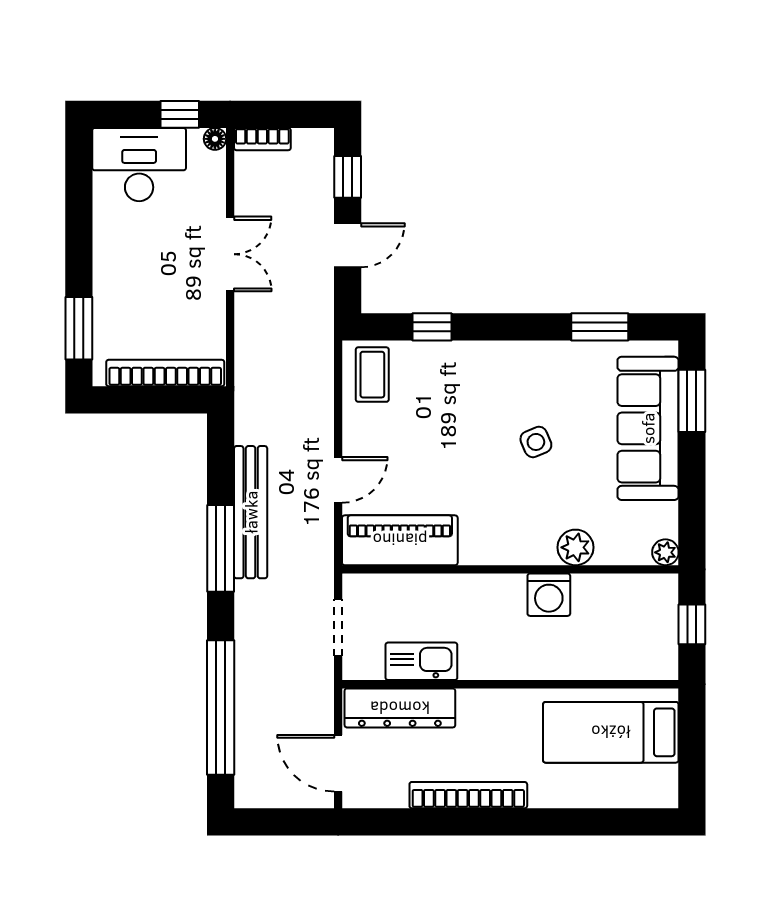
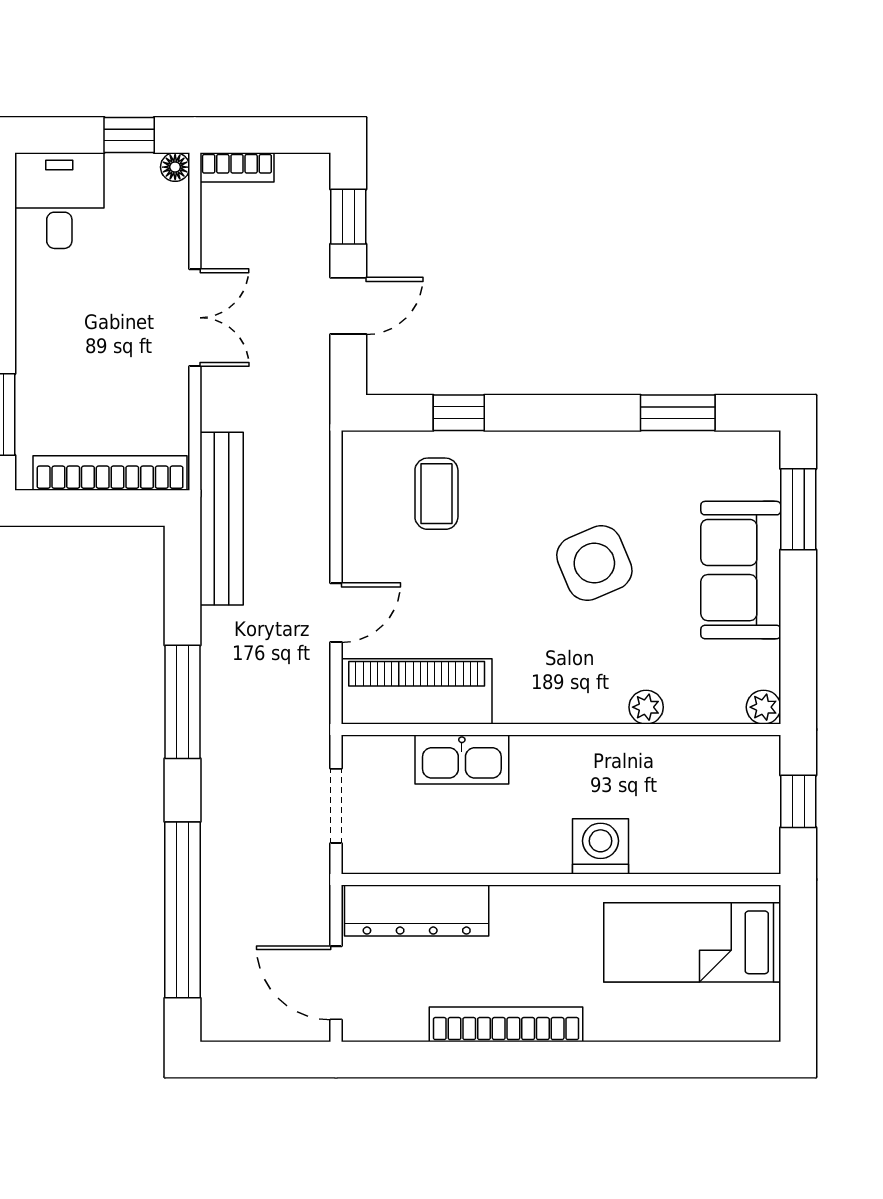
desk: (139, 165) -> (59, 201), width x0.73
coffee table: (372, 375) -> (436, 494), moved
sofa: (648, 428) -> (741, 570), width x0.73
side table: (536, 442) -> (594, 563), width x1.87, depth x1.87
bench: (251, 512) -> (222, 519), moved
plant: (575, 547) -> (646, 707), width x0.73, depth x0.73
washing machine: (549, 595) -> (601, 846), moved, turned 180
kitchen sink: (421, 661) -> (462, 759), moved, turned 180

